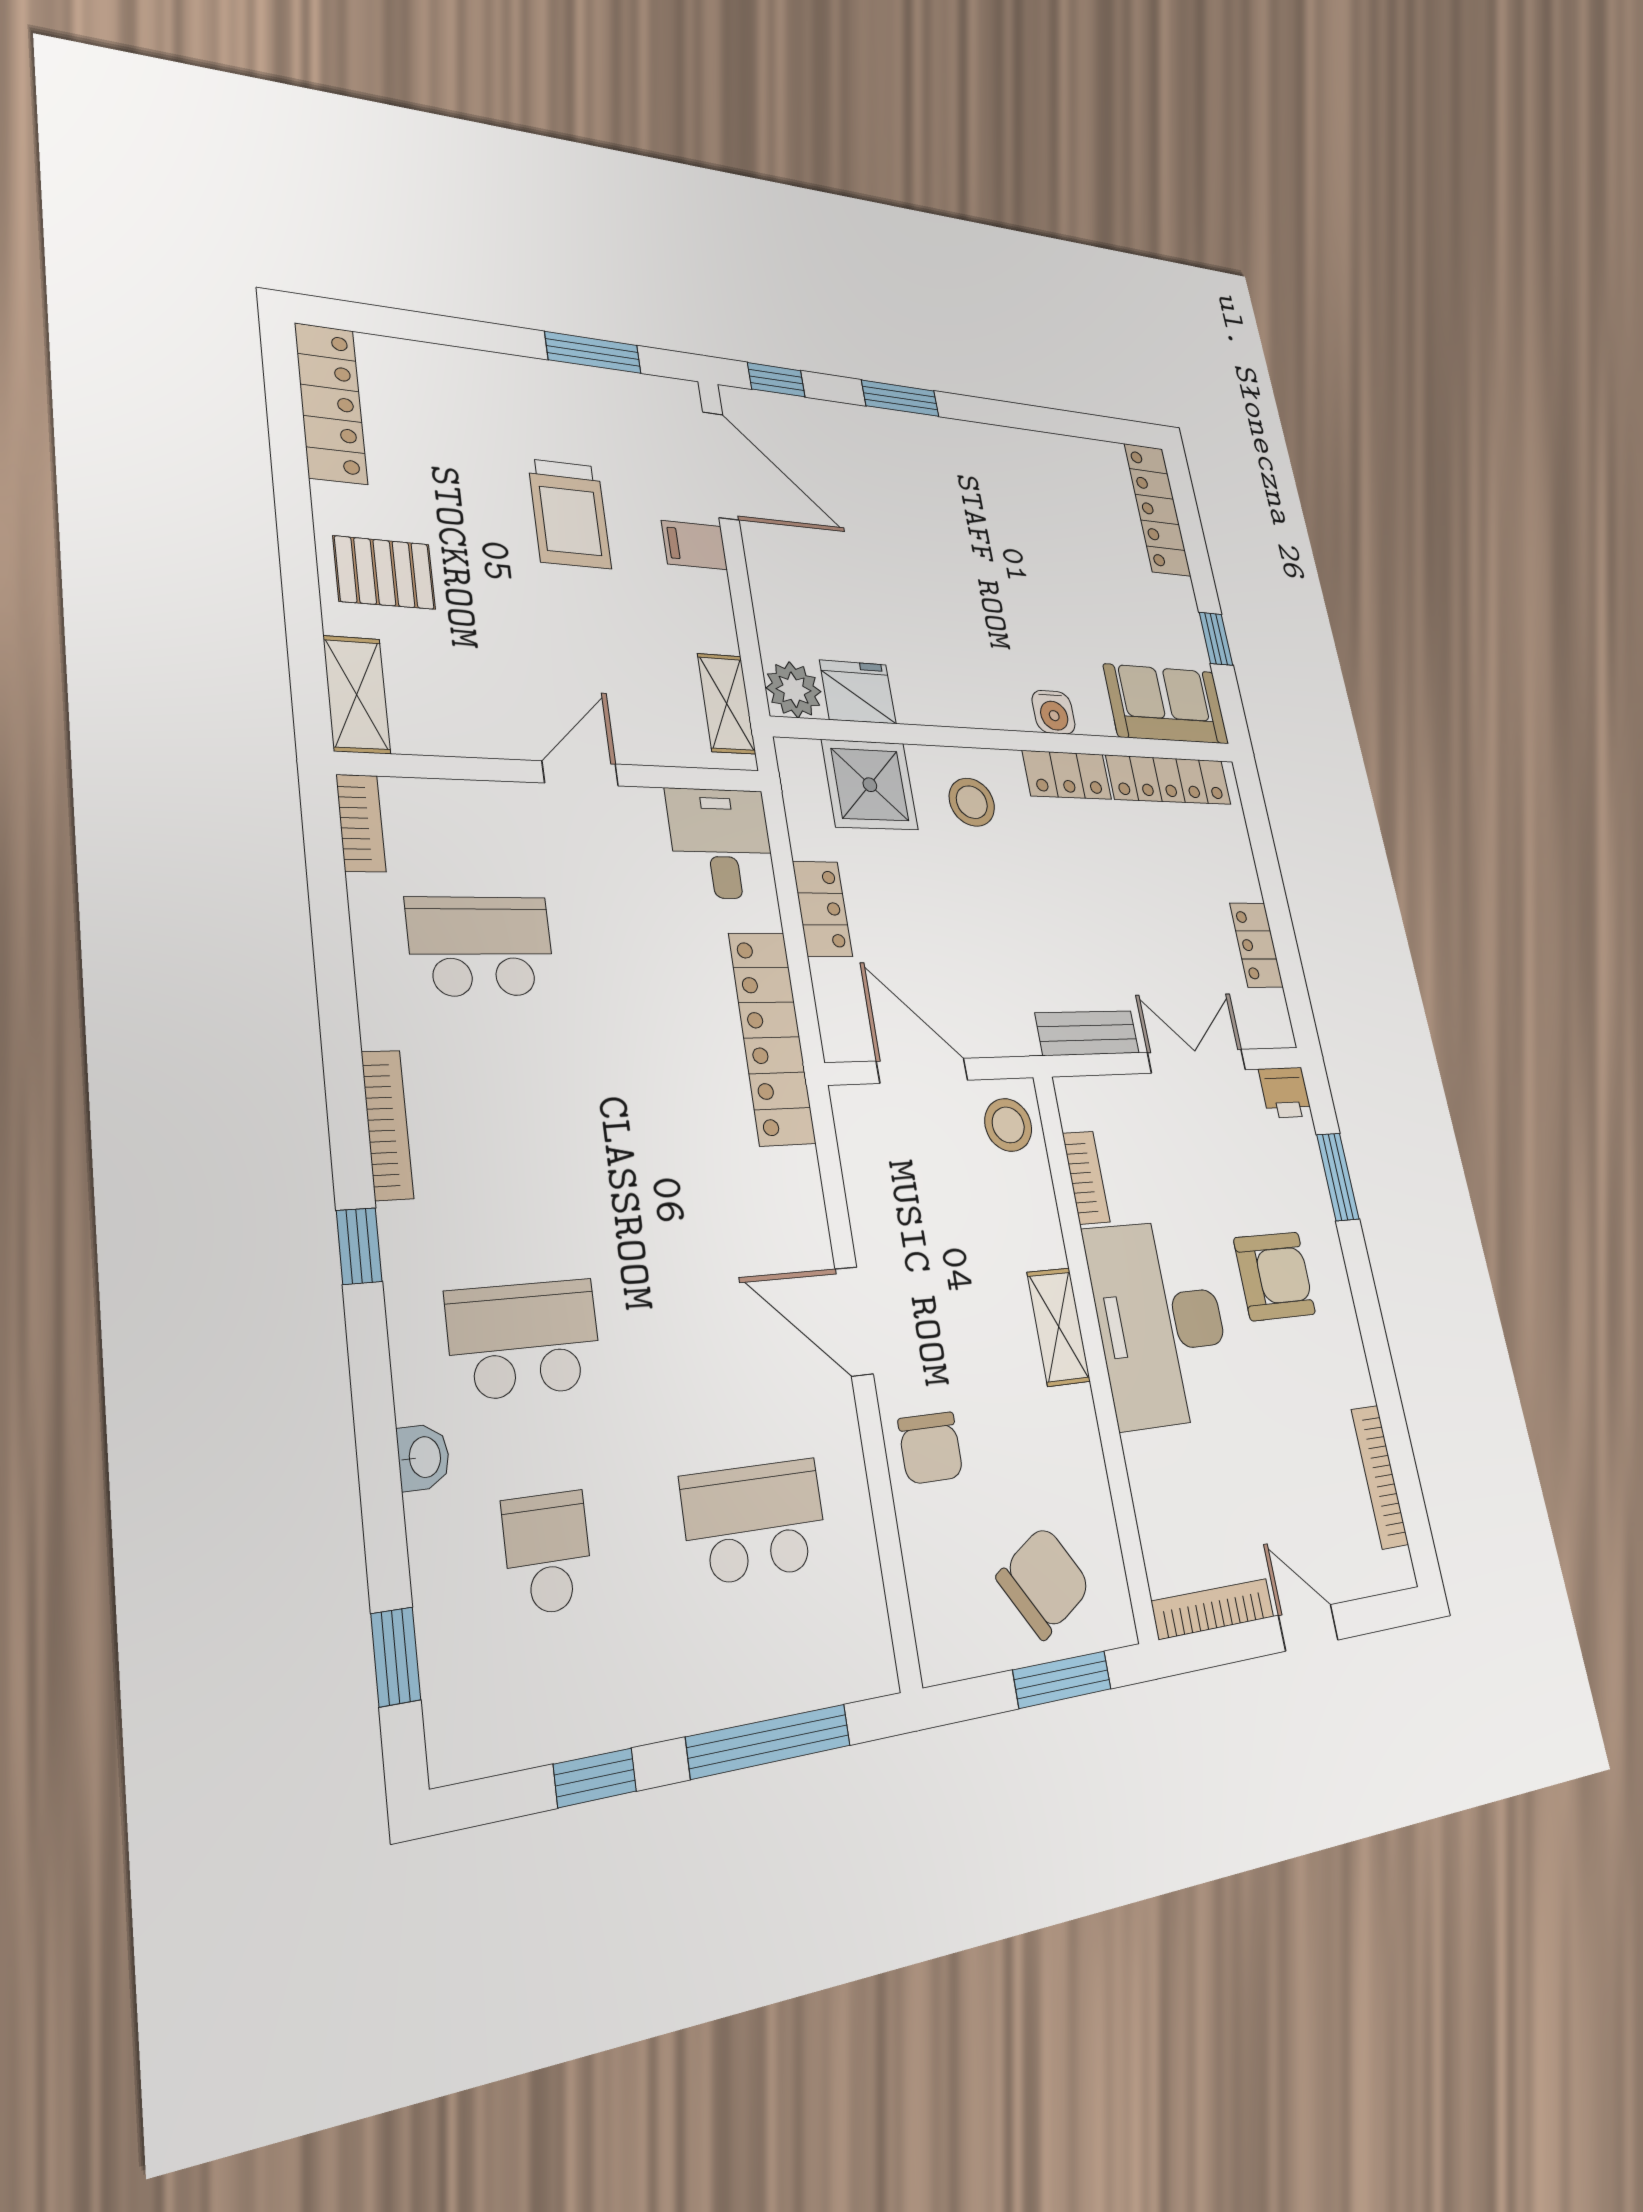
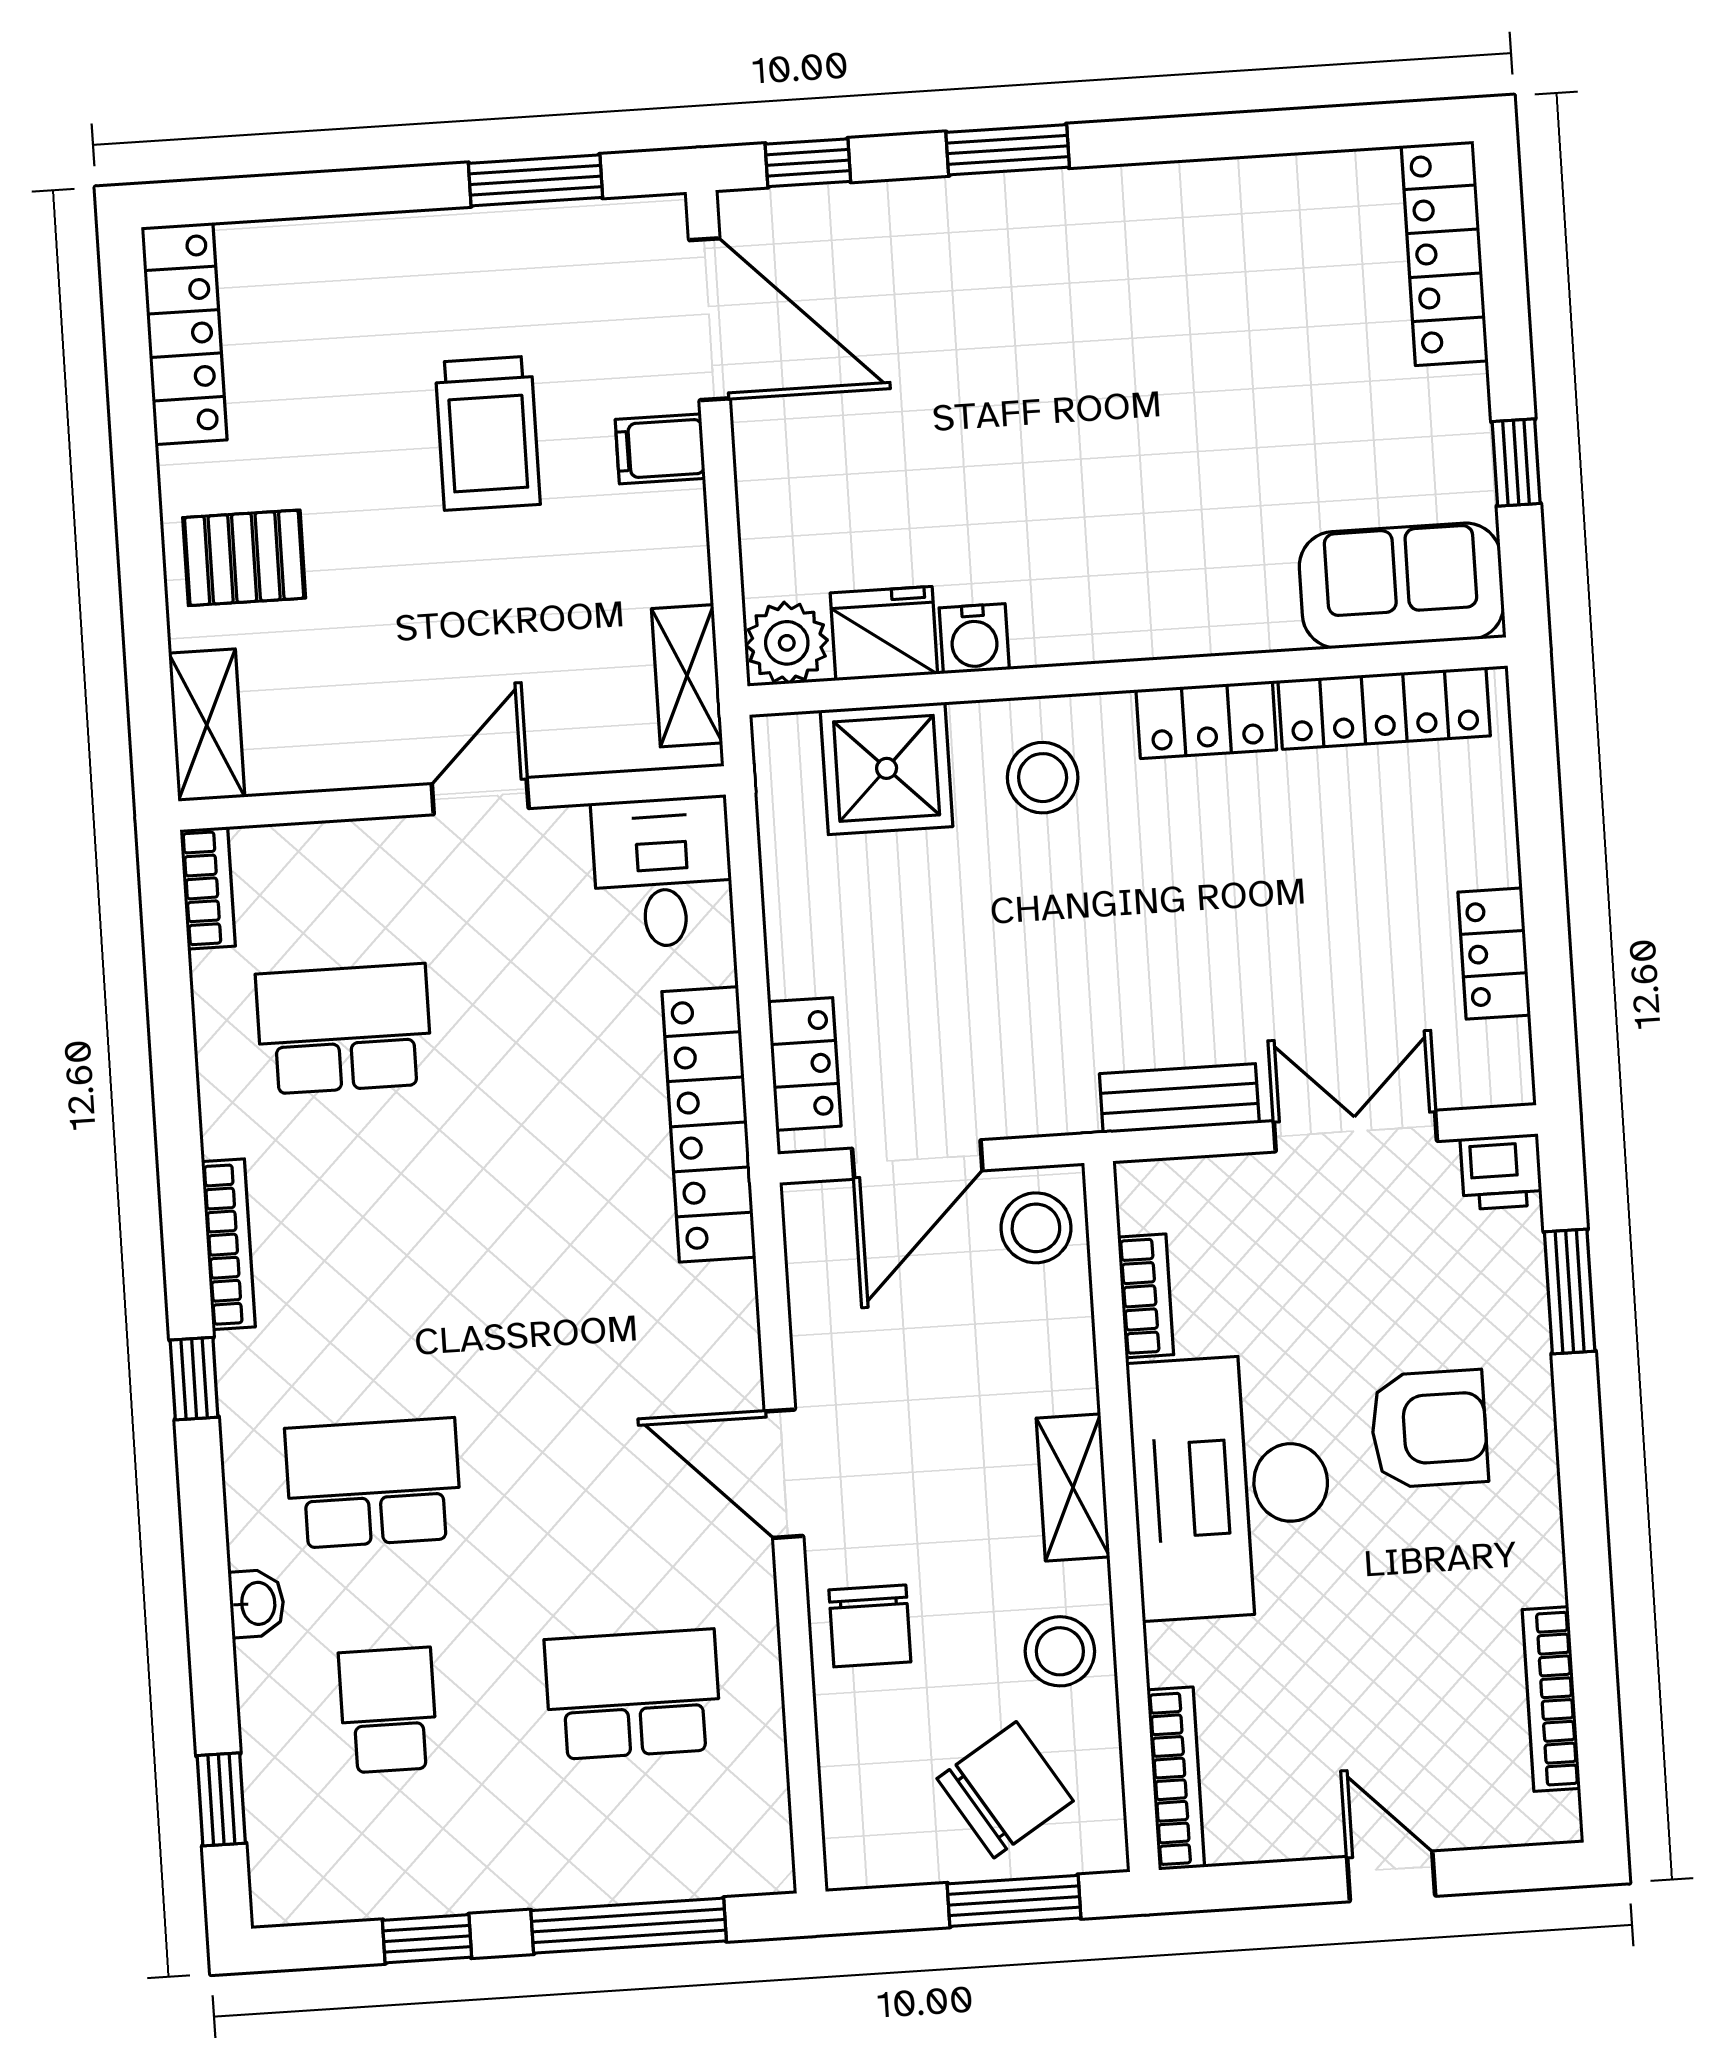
water cooler: (1054, 712) -> (974, 639), moved
locker: (822, 909) -> (804, 1064), moved
door: (922, 1071) -> (917, 1159), swing flipped
stool: (1067, 1461) -> (1060, 1651), added
bookcase: (1213, 1609) -> (1176, 1779), moved, turned 90

